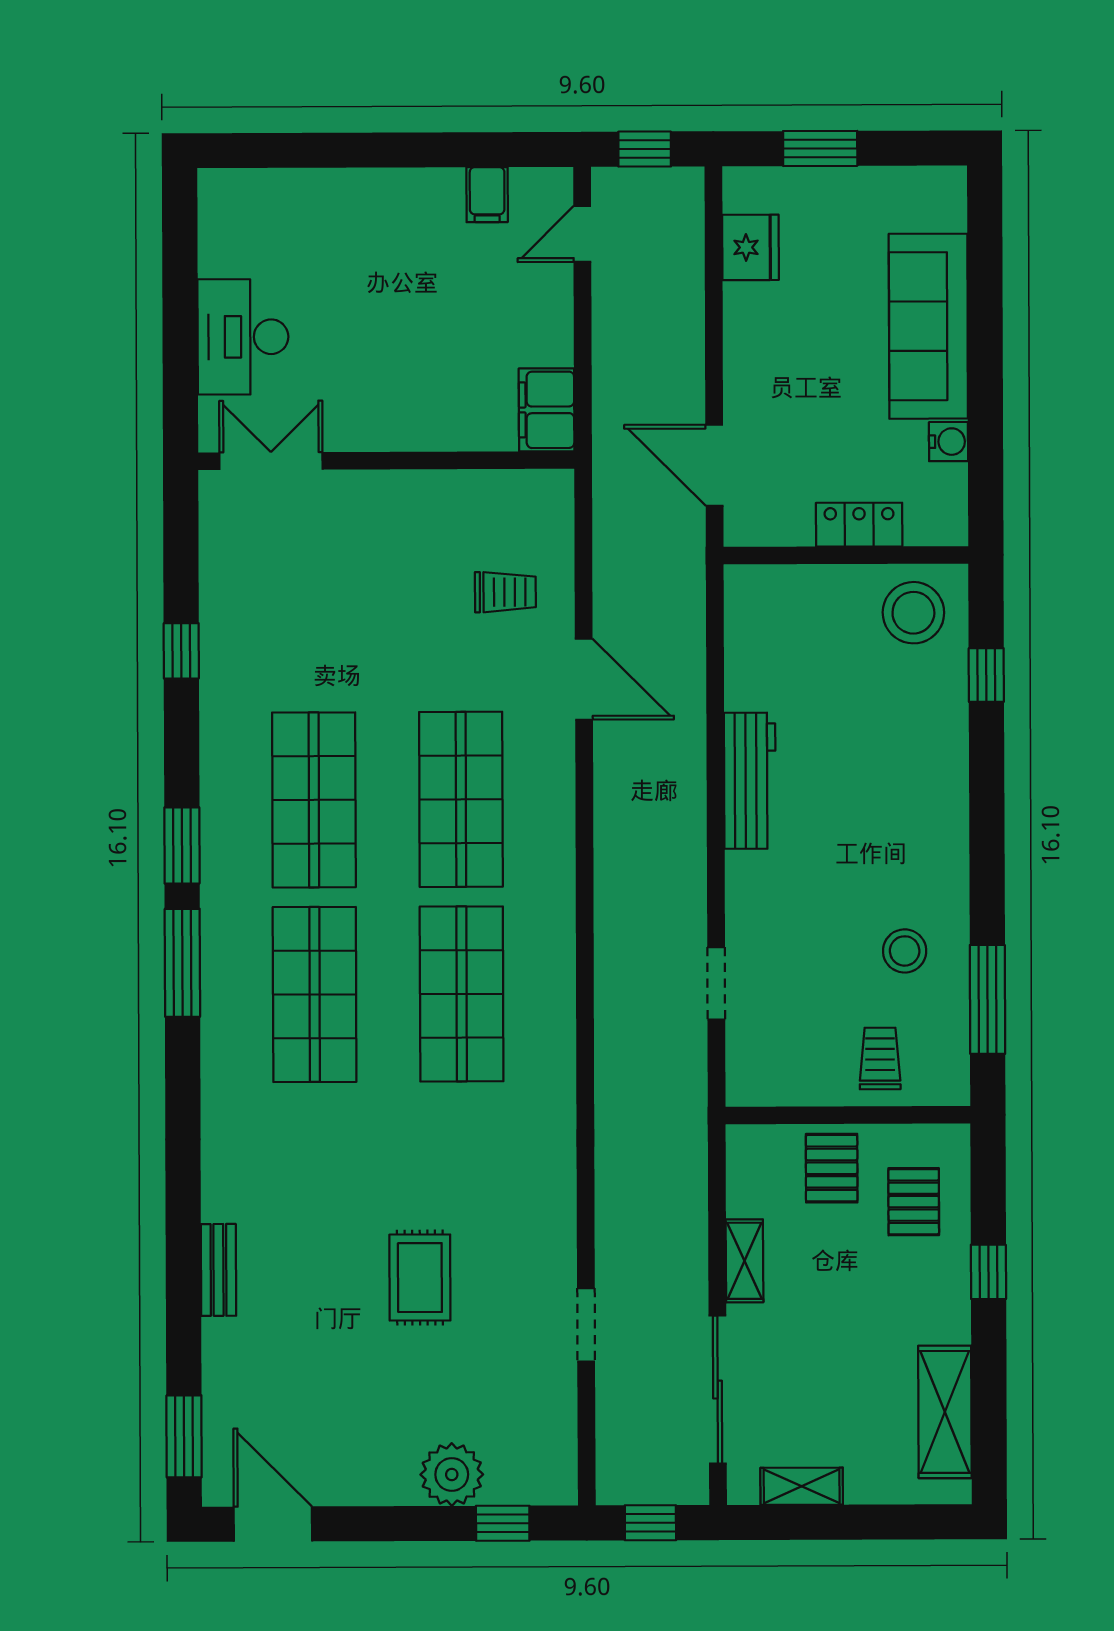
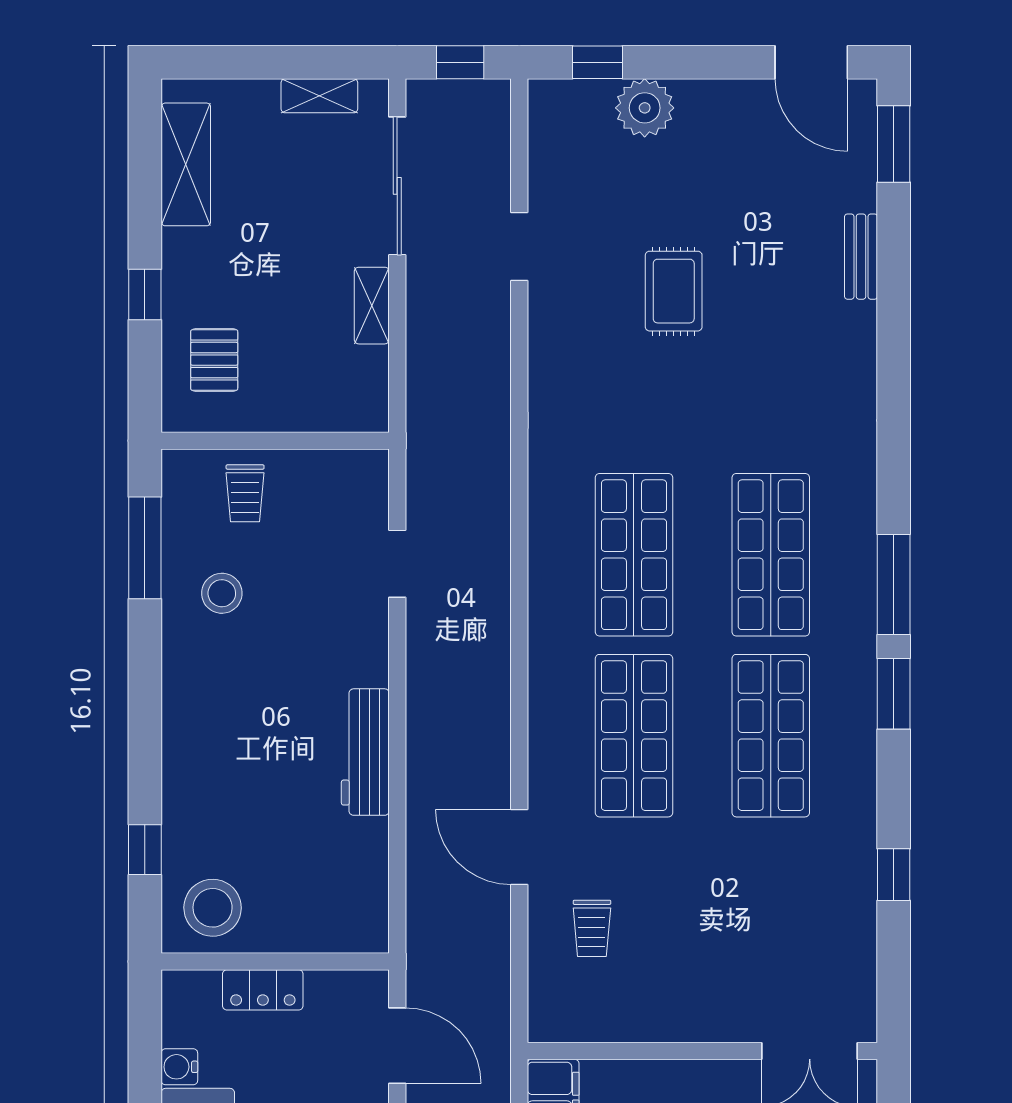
trolley: (505, 592) -> (592, 928), turned -90
pallet: (832, 1168) -> (290, 391), removed
bench: (218, 1270) -> (861, 257), moved

